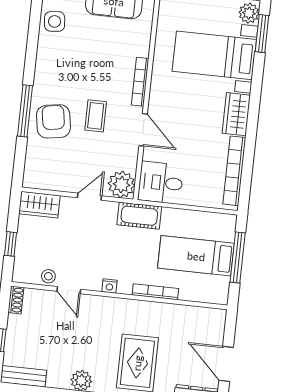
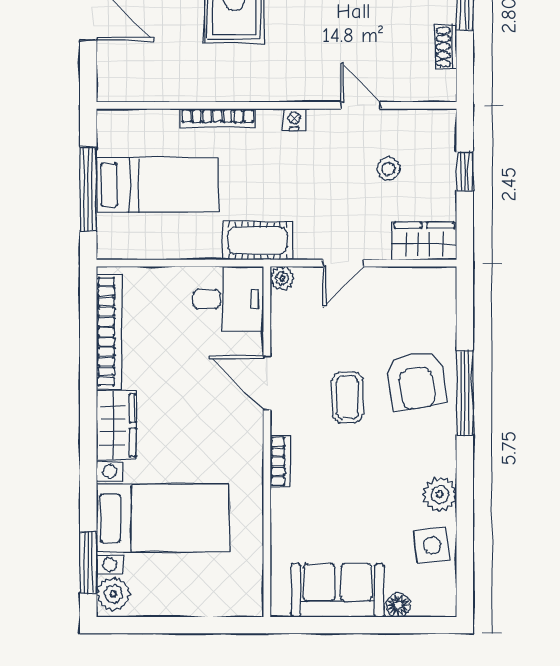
plant: (47, 52) -> (440, 495), added
bookcase: (140, 82) -> (280, 462), width x0.64
plant: (121, 185) -> (282, 278), width x0.53, depth x0.53
stool: (48, 276) -> (388, 169), moved
shoe rack: (16, 300) -> (446, 47), moved

